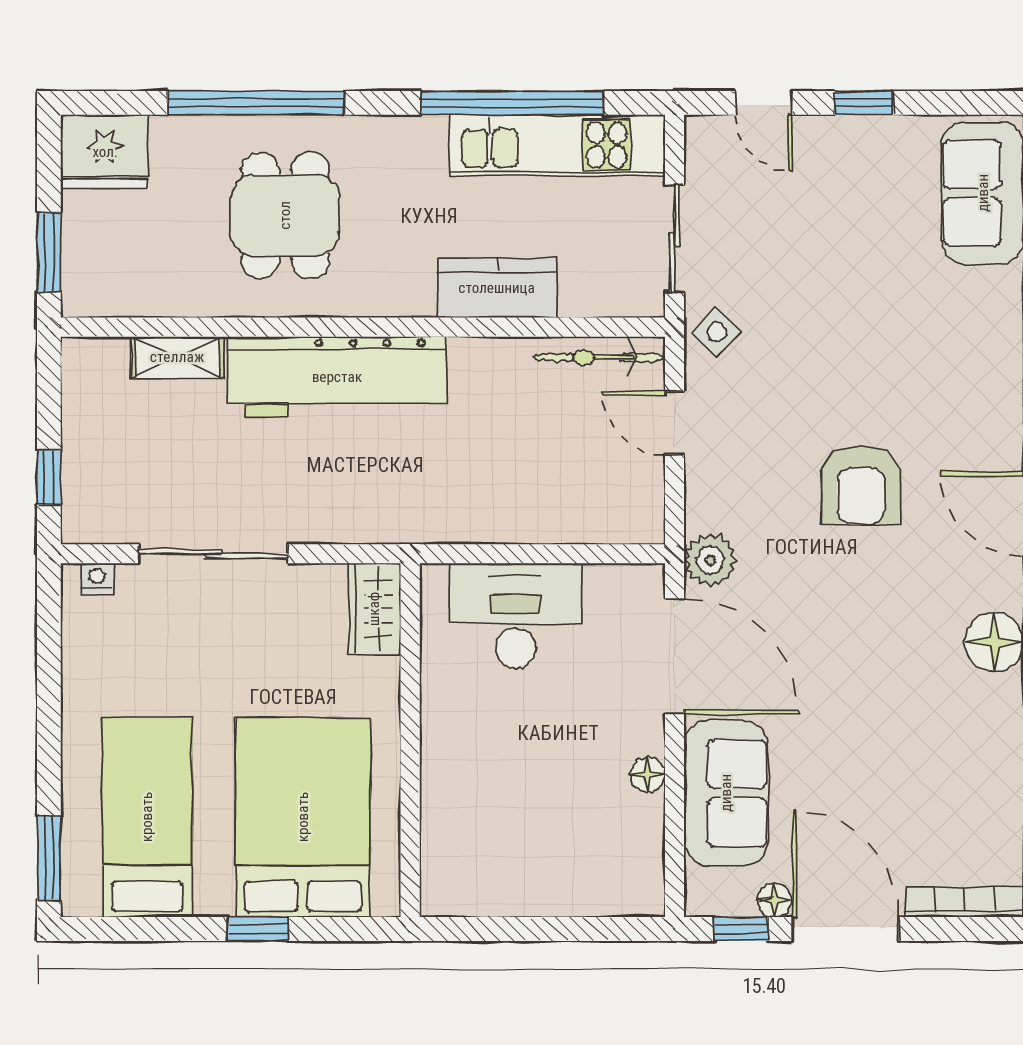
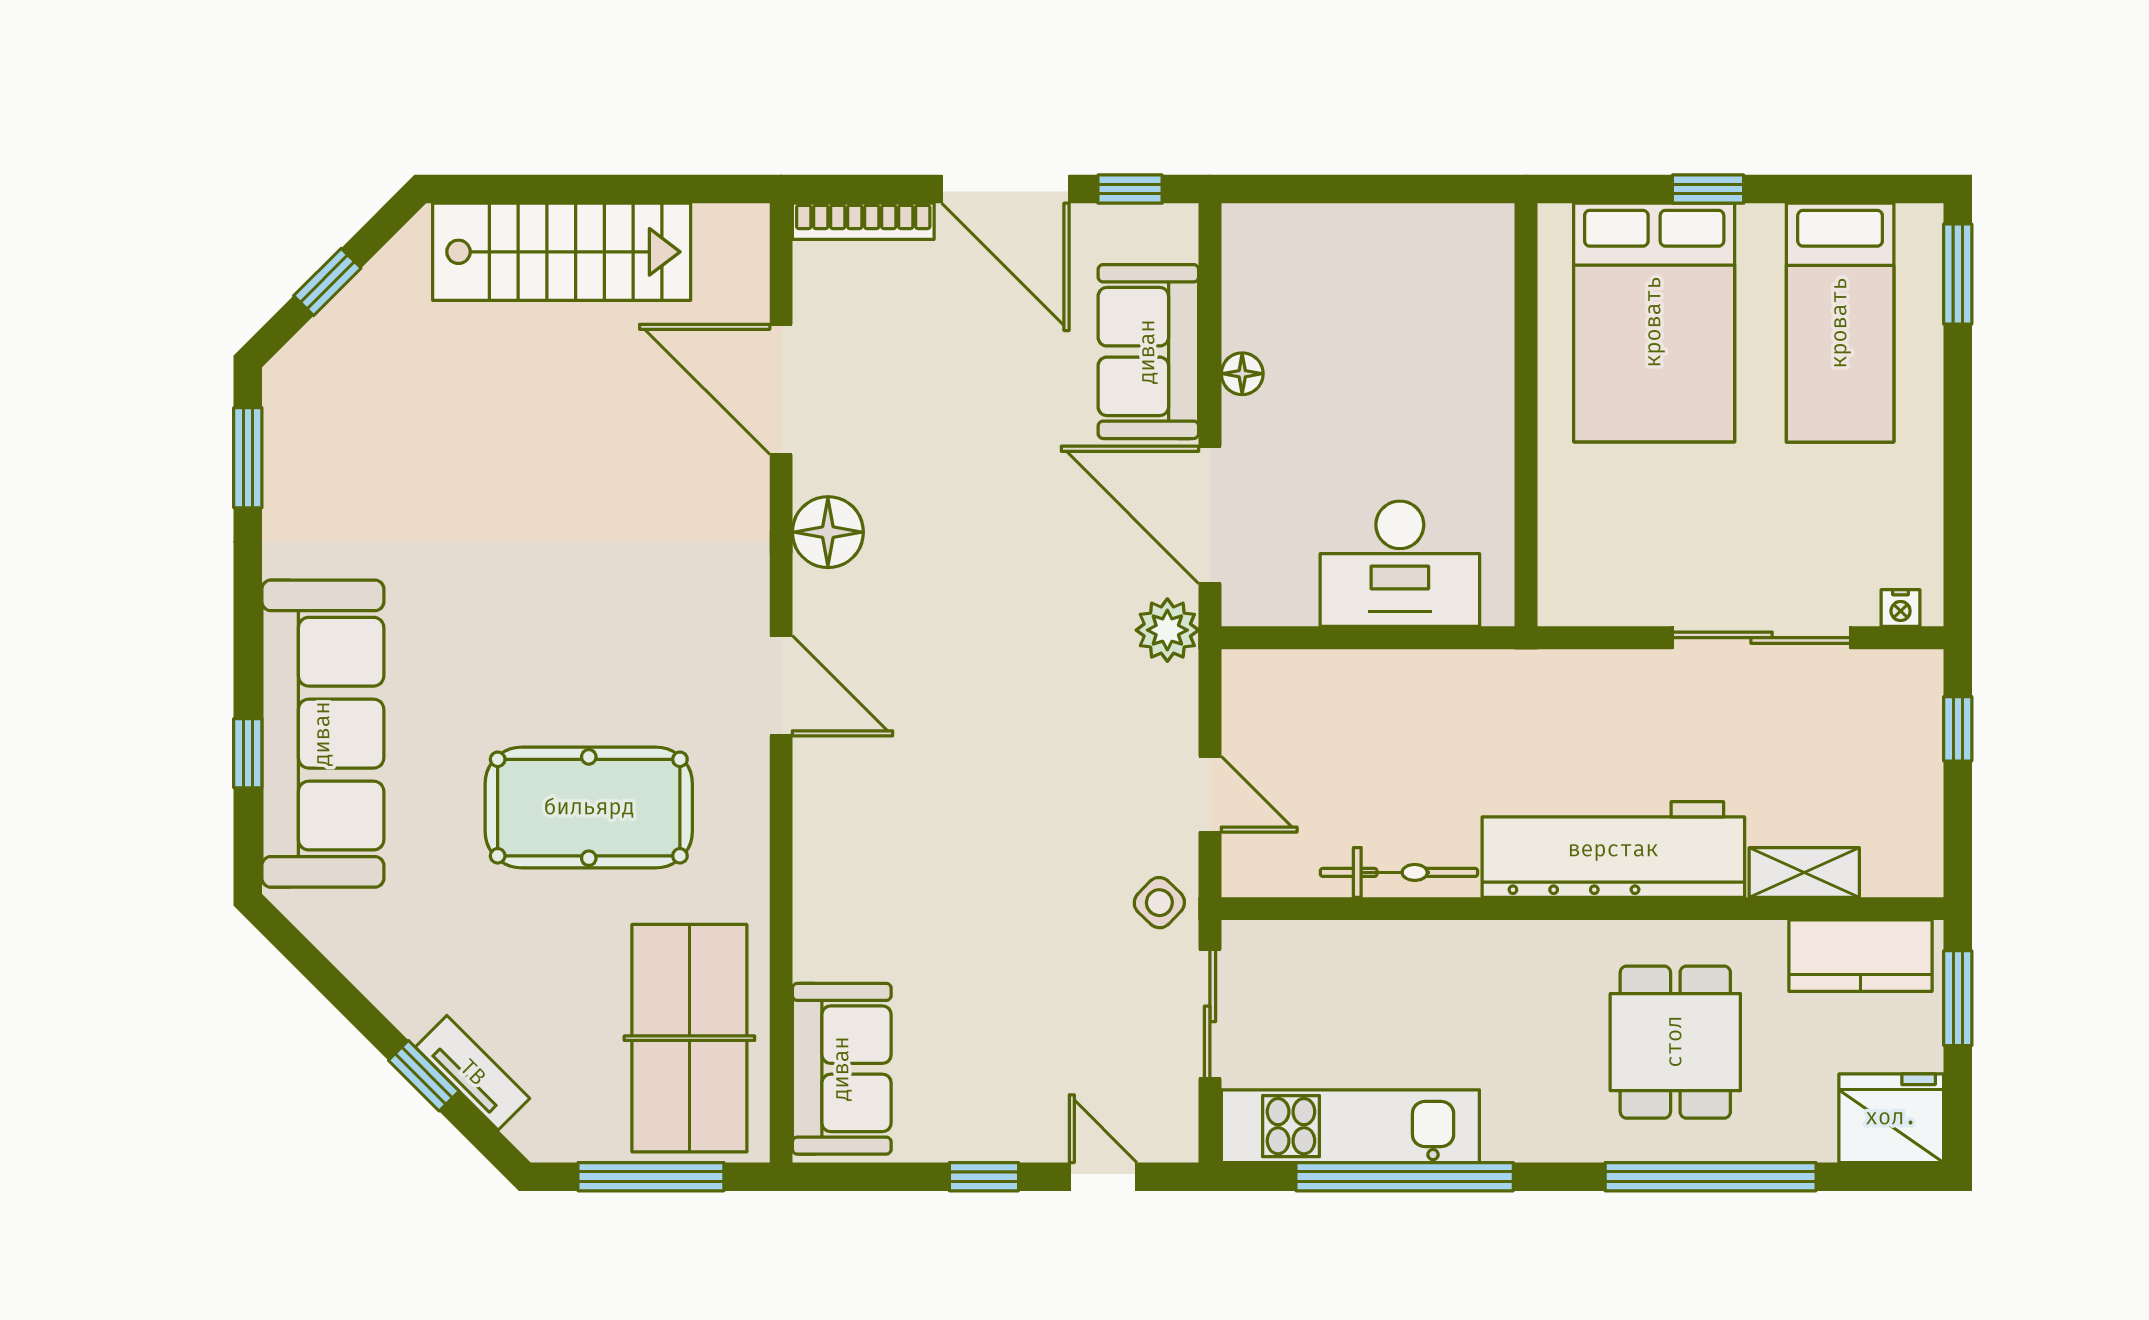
kitchen counter: (497, 288) -> (1860, 956), moved
bicycle: (599, 357) -> (1399, 872), moved
armchair: (861, 485) -> (987, 720), removed
wardrobe: (374, 609) -> (1569, 572), removed
floor lamp: (774, 900) -> (1091, 223), removed

